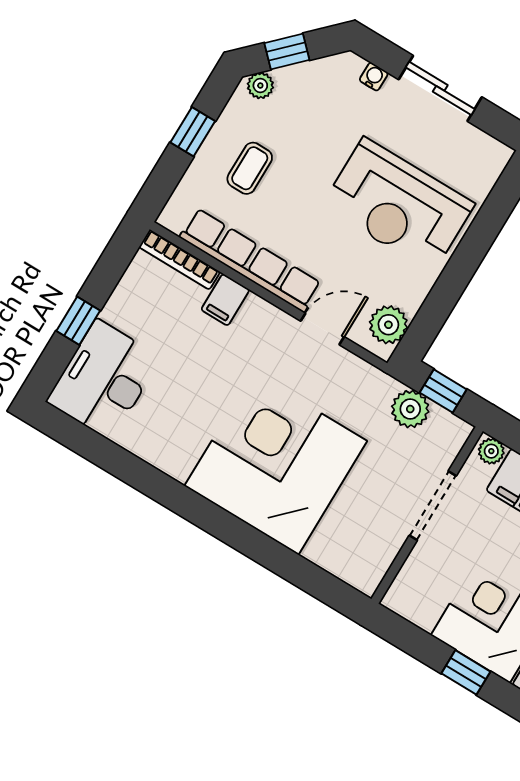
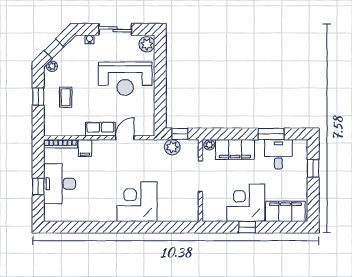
row of seats: (250, 260) -> (100, 129), width x0.50
plant: (388, 325) -> (147, 44), moved
desk: (104, 380) -> (59, 184), moved
corner desk: (276, 463) -> (137, 202), width x0.74, depth x0.74

